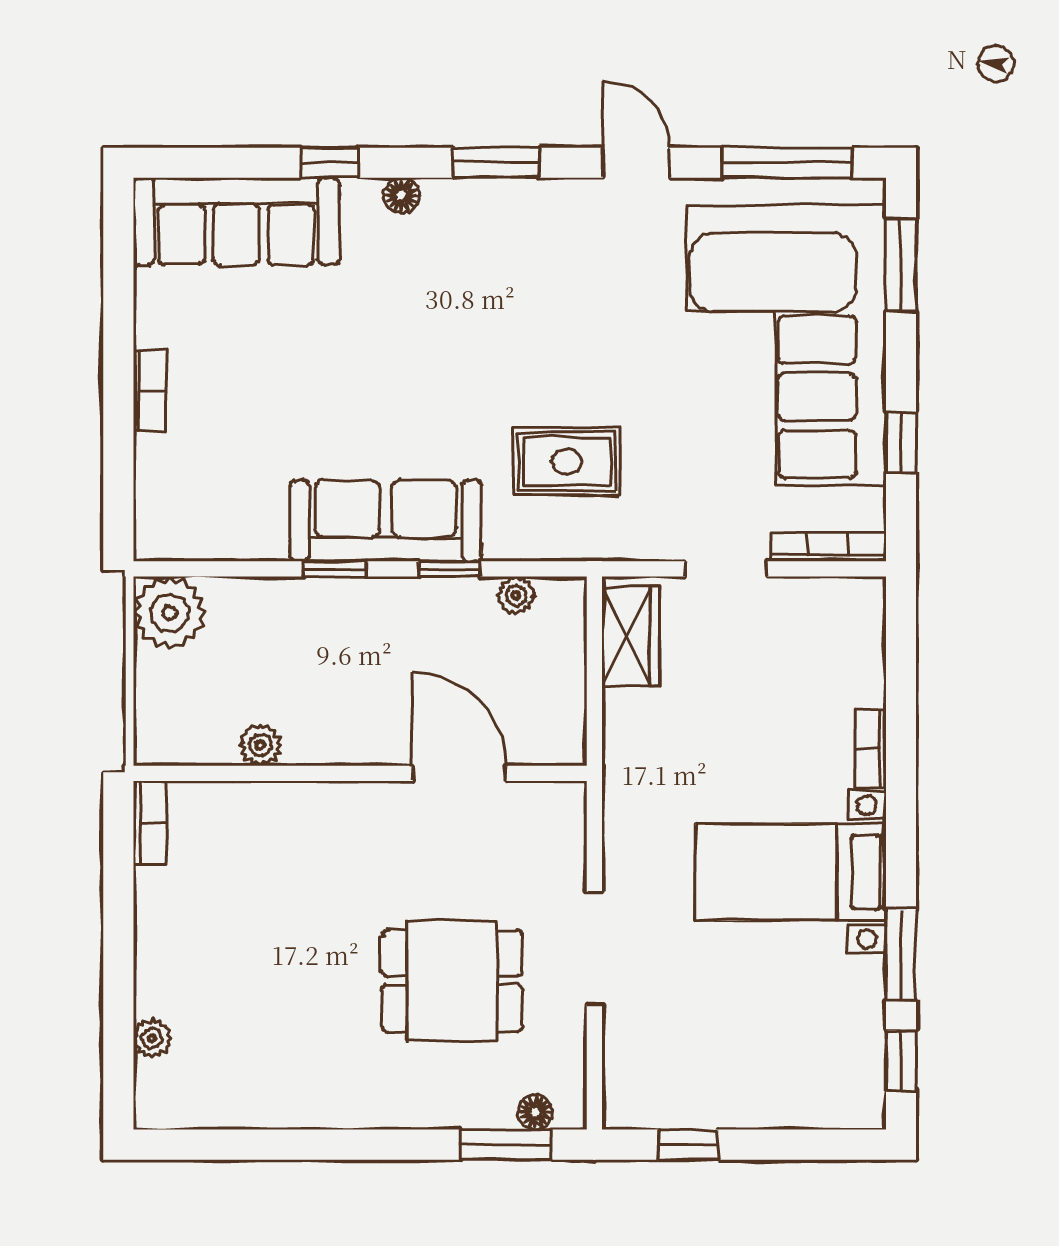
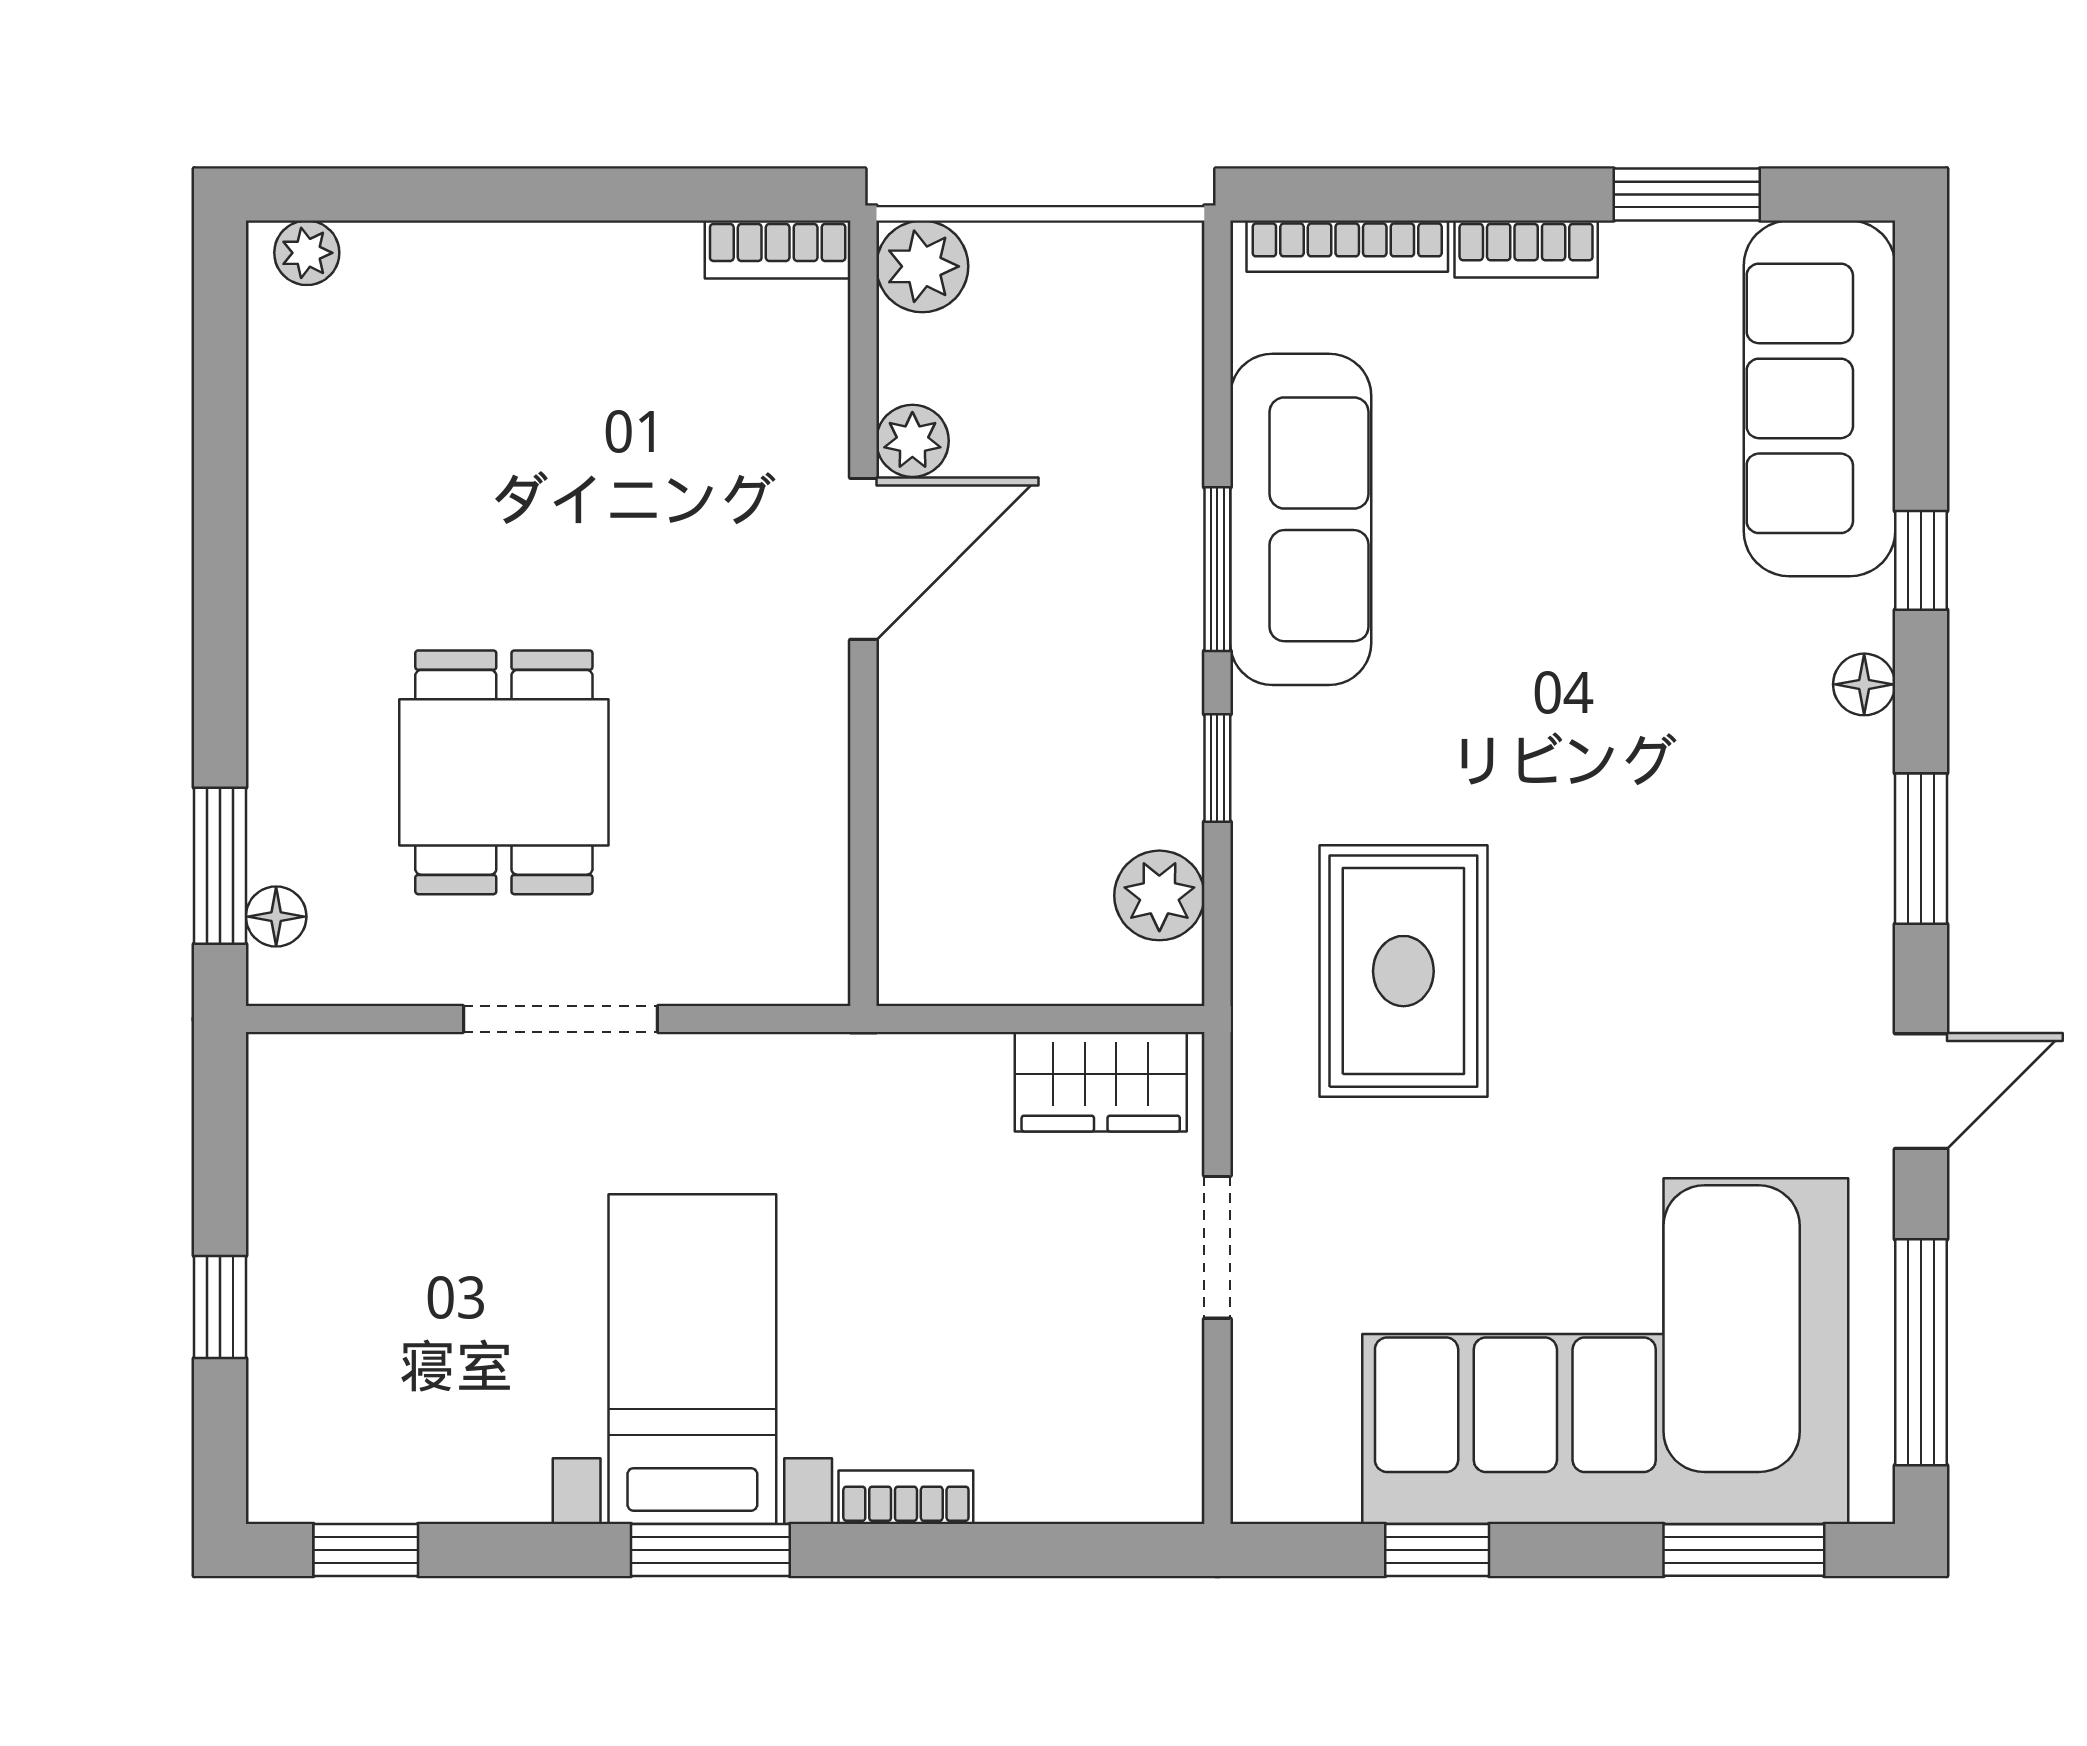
window: (118, 298) -> (1687, 194), added
rug: (567, 462) -> (1403, 971), width x1.36, depth x1.43
sofa: (386, 521) -> (1301, 519), moved
bookcase: (828, 547) -> (1347, 246), moved, turned 90
window: (335, 569) -> (1217, 569), width x1.50
plant: (516, 595) -> (1159, 895), width x1.38, depth x1.38
plant: (170, 613) -> (922, 266), moved, width x0.73, depth x0.73
door: (459, 773) -> (863, 559), moved
window: (901, 954) -> (710, 1550), moved
plant: (152, 1038) -> (307, 253), moved
window: (688, 1145) -> (220, 1307), moved

